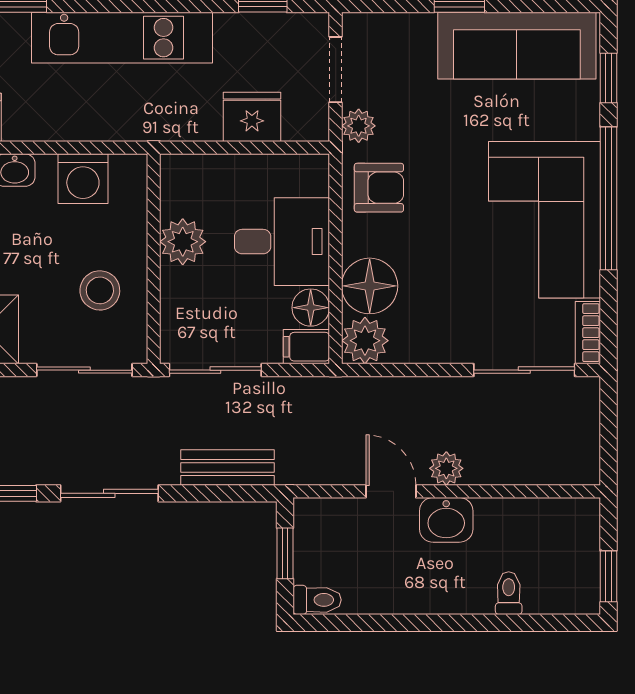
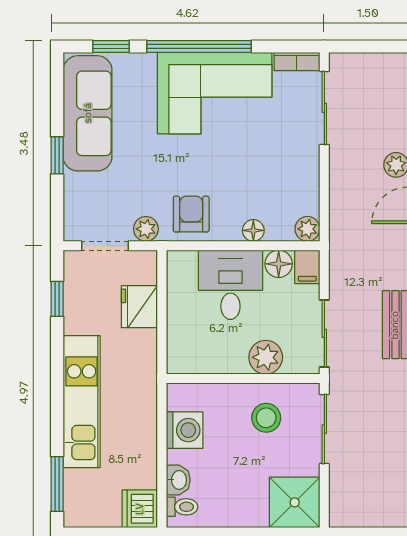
plant: (183, 242) -> (266, 357), moved
floor lamp: (370, 286) -> (253, 230), width x0.53, depth x0.53
plant: (365, 341) -> (307, 229), width x0.73, depth x0.73

